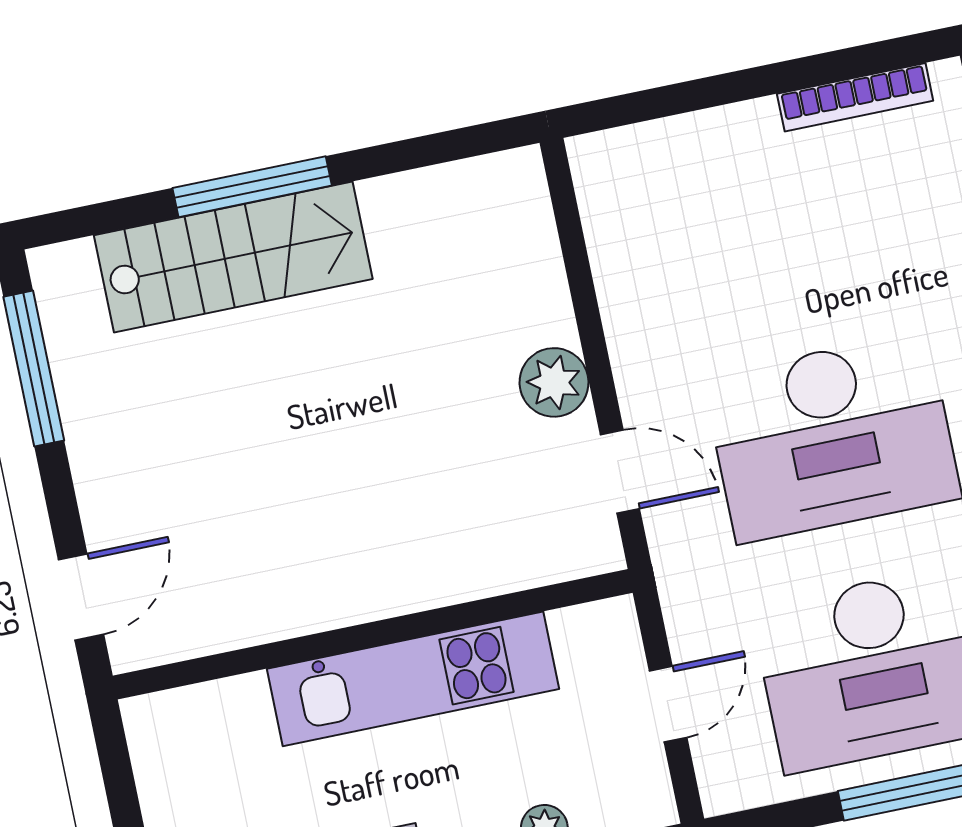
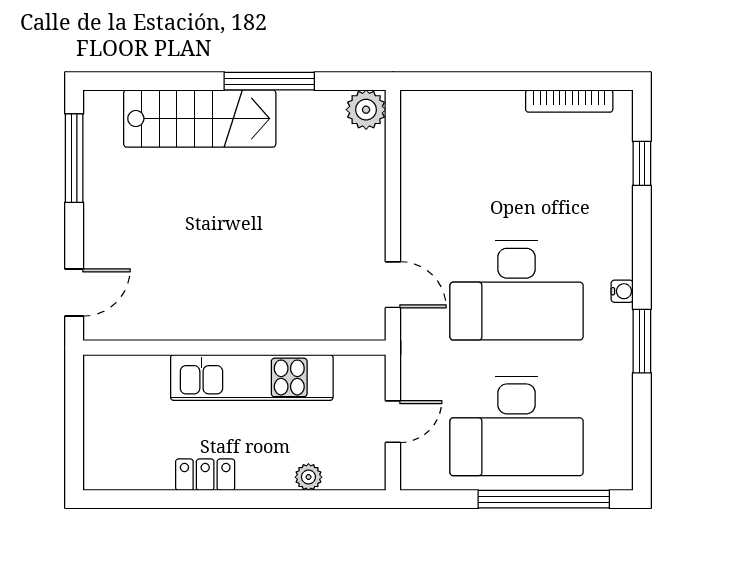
window: (252, 187) -> (269, 81), moved
plant: (554, 382) -> (366, 110), moved

